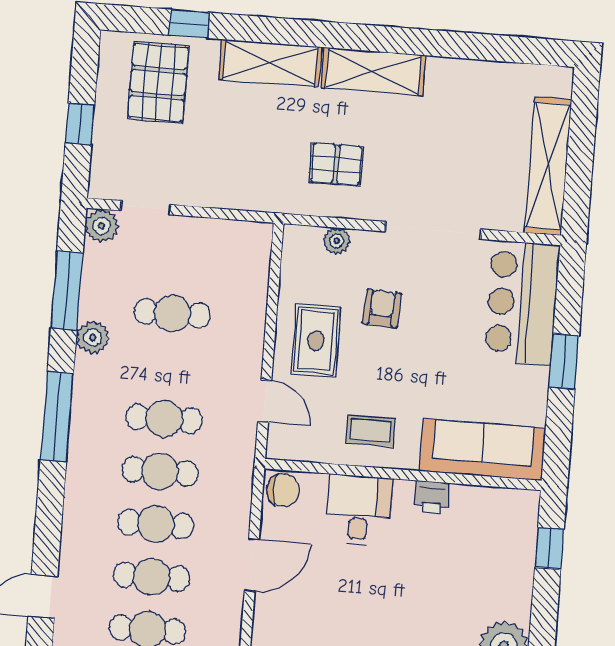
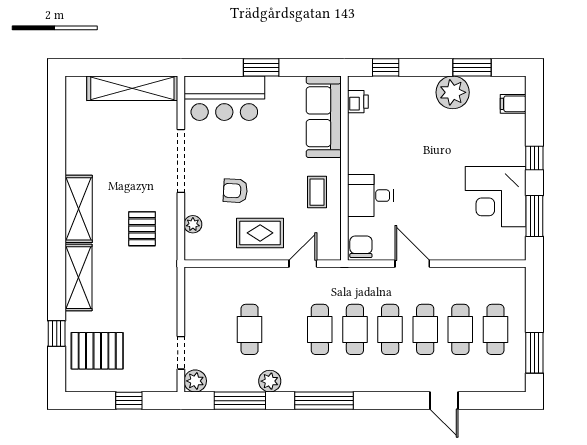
printer: (432, 497) -> (358, 102), moved

